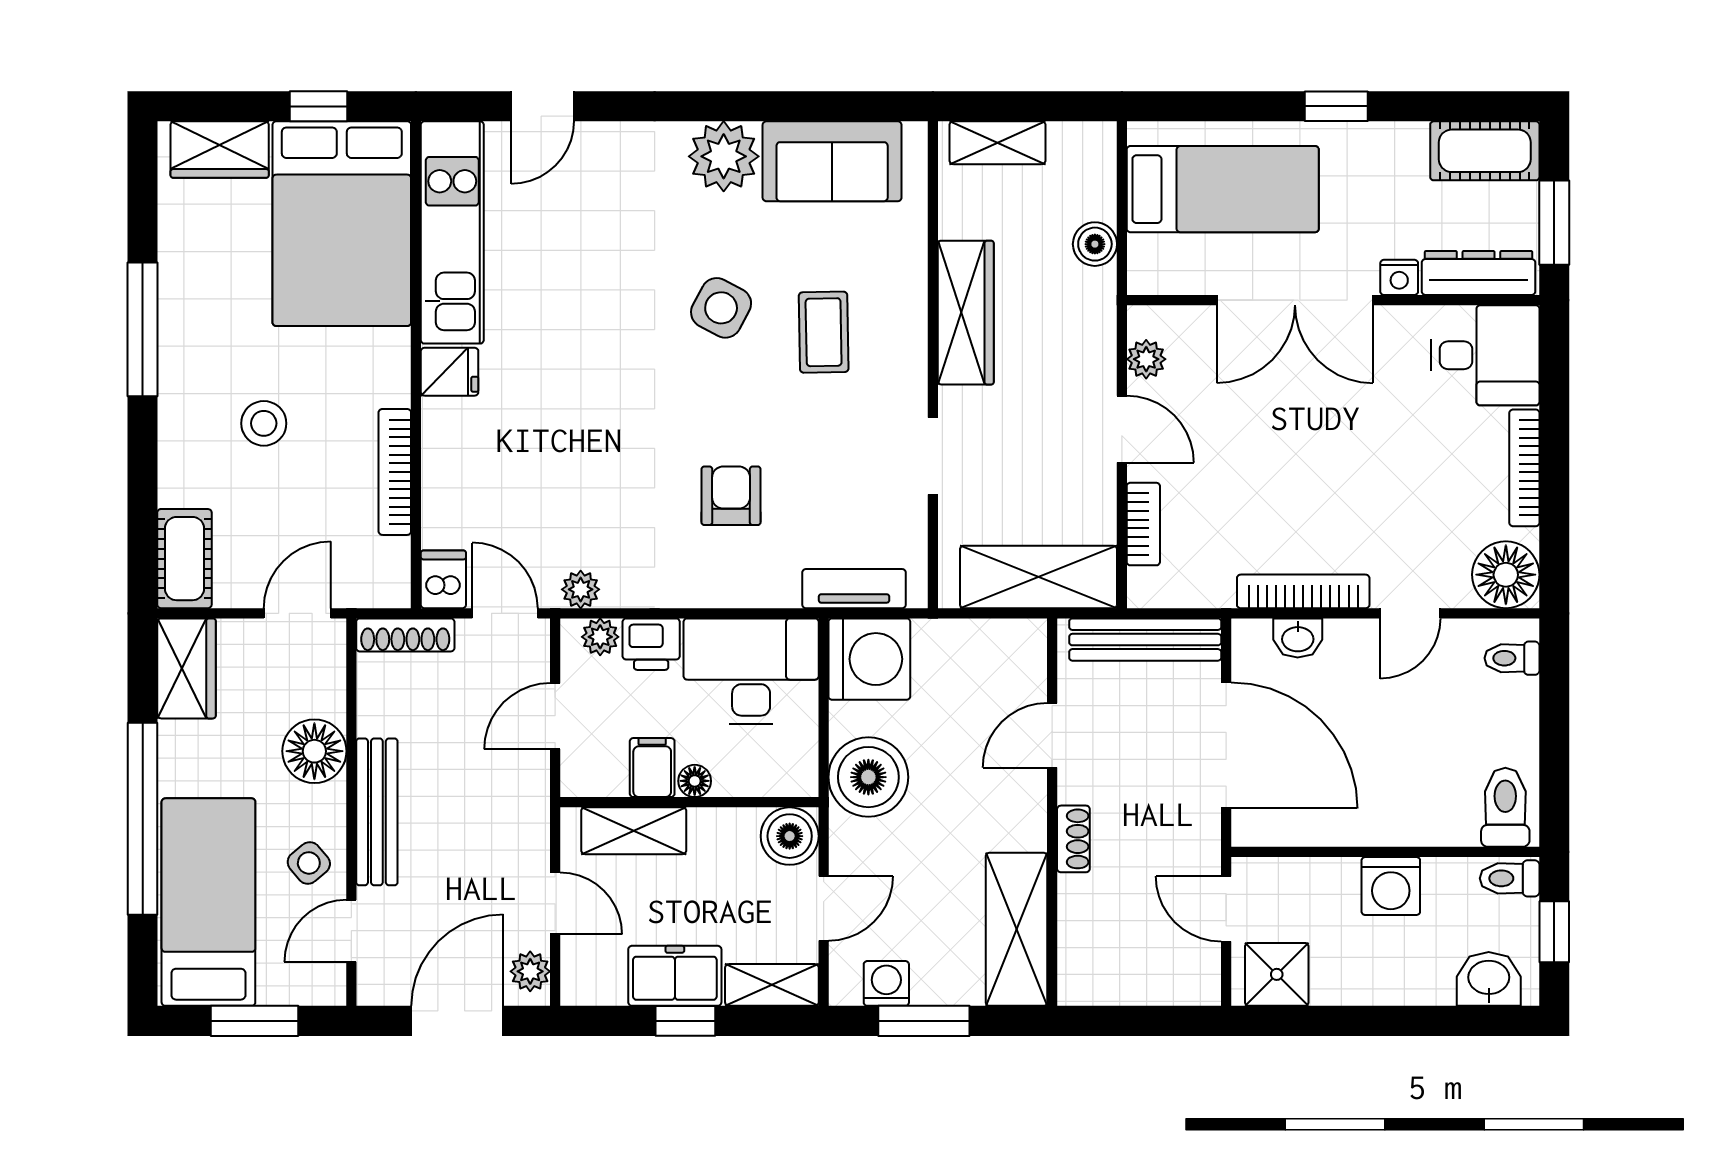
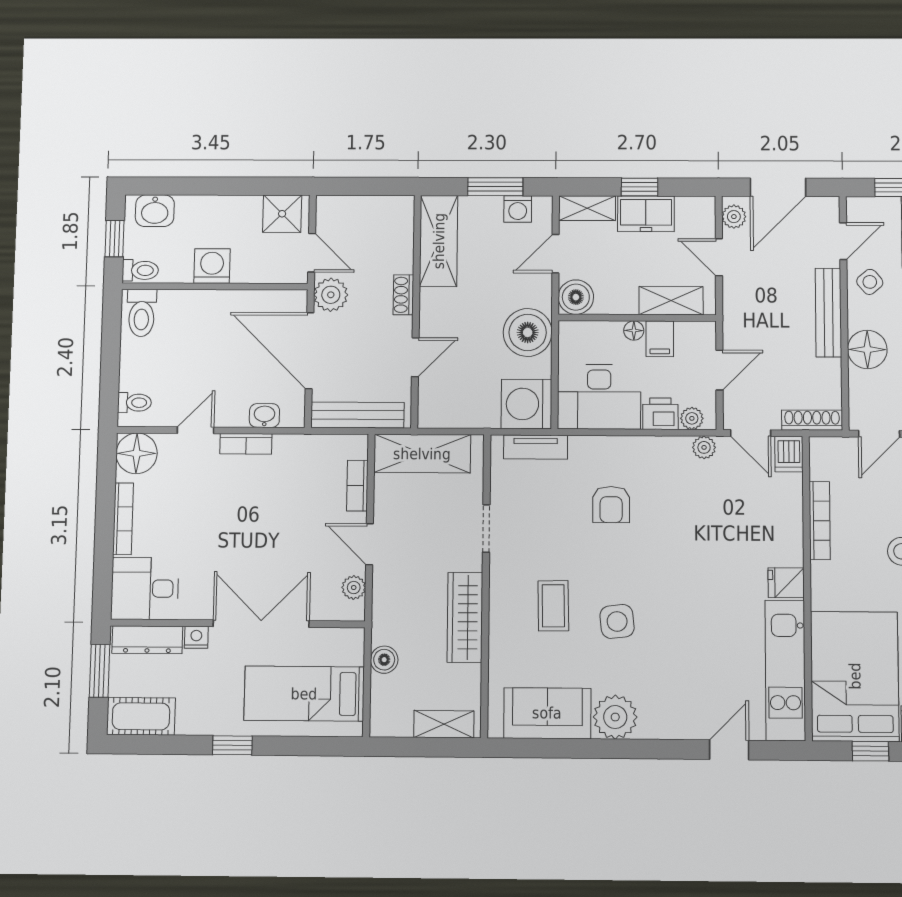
side table: (721, 308) -> (617, 621), turned -34
bookcase: (1303, 591) -> (246, 444), width x0.64
plant: (1193, 839) -> (331, 295), added

